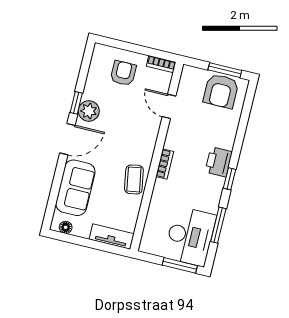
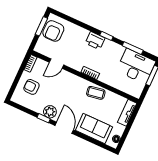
armchair: (221, 91) -> (53, 31), turned 90

